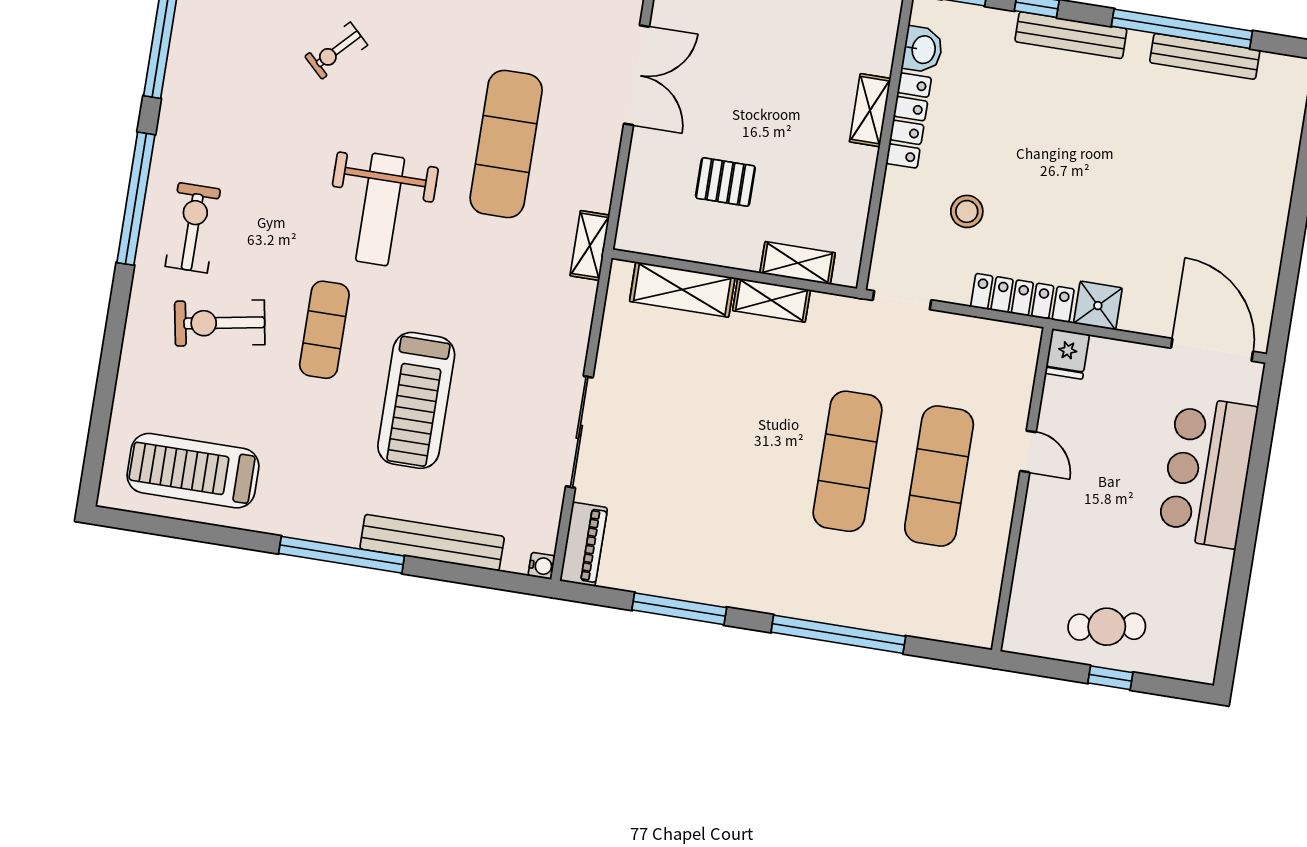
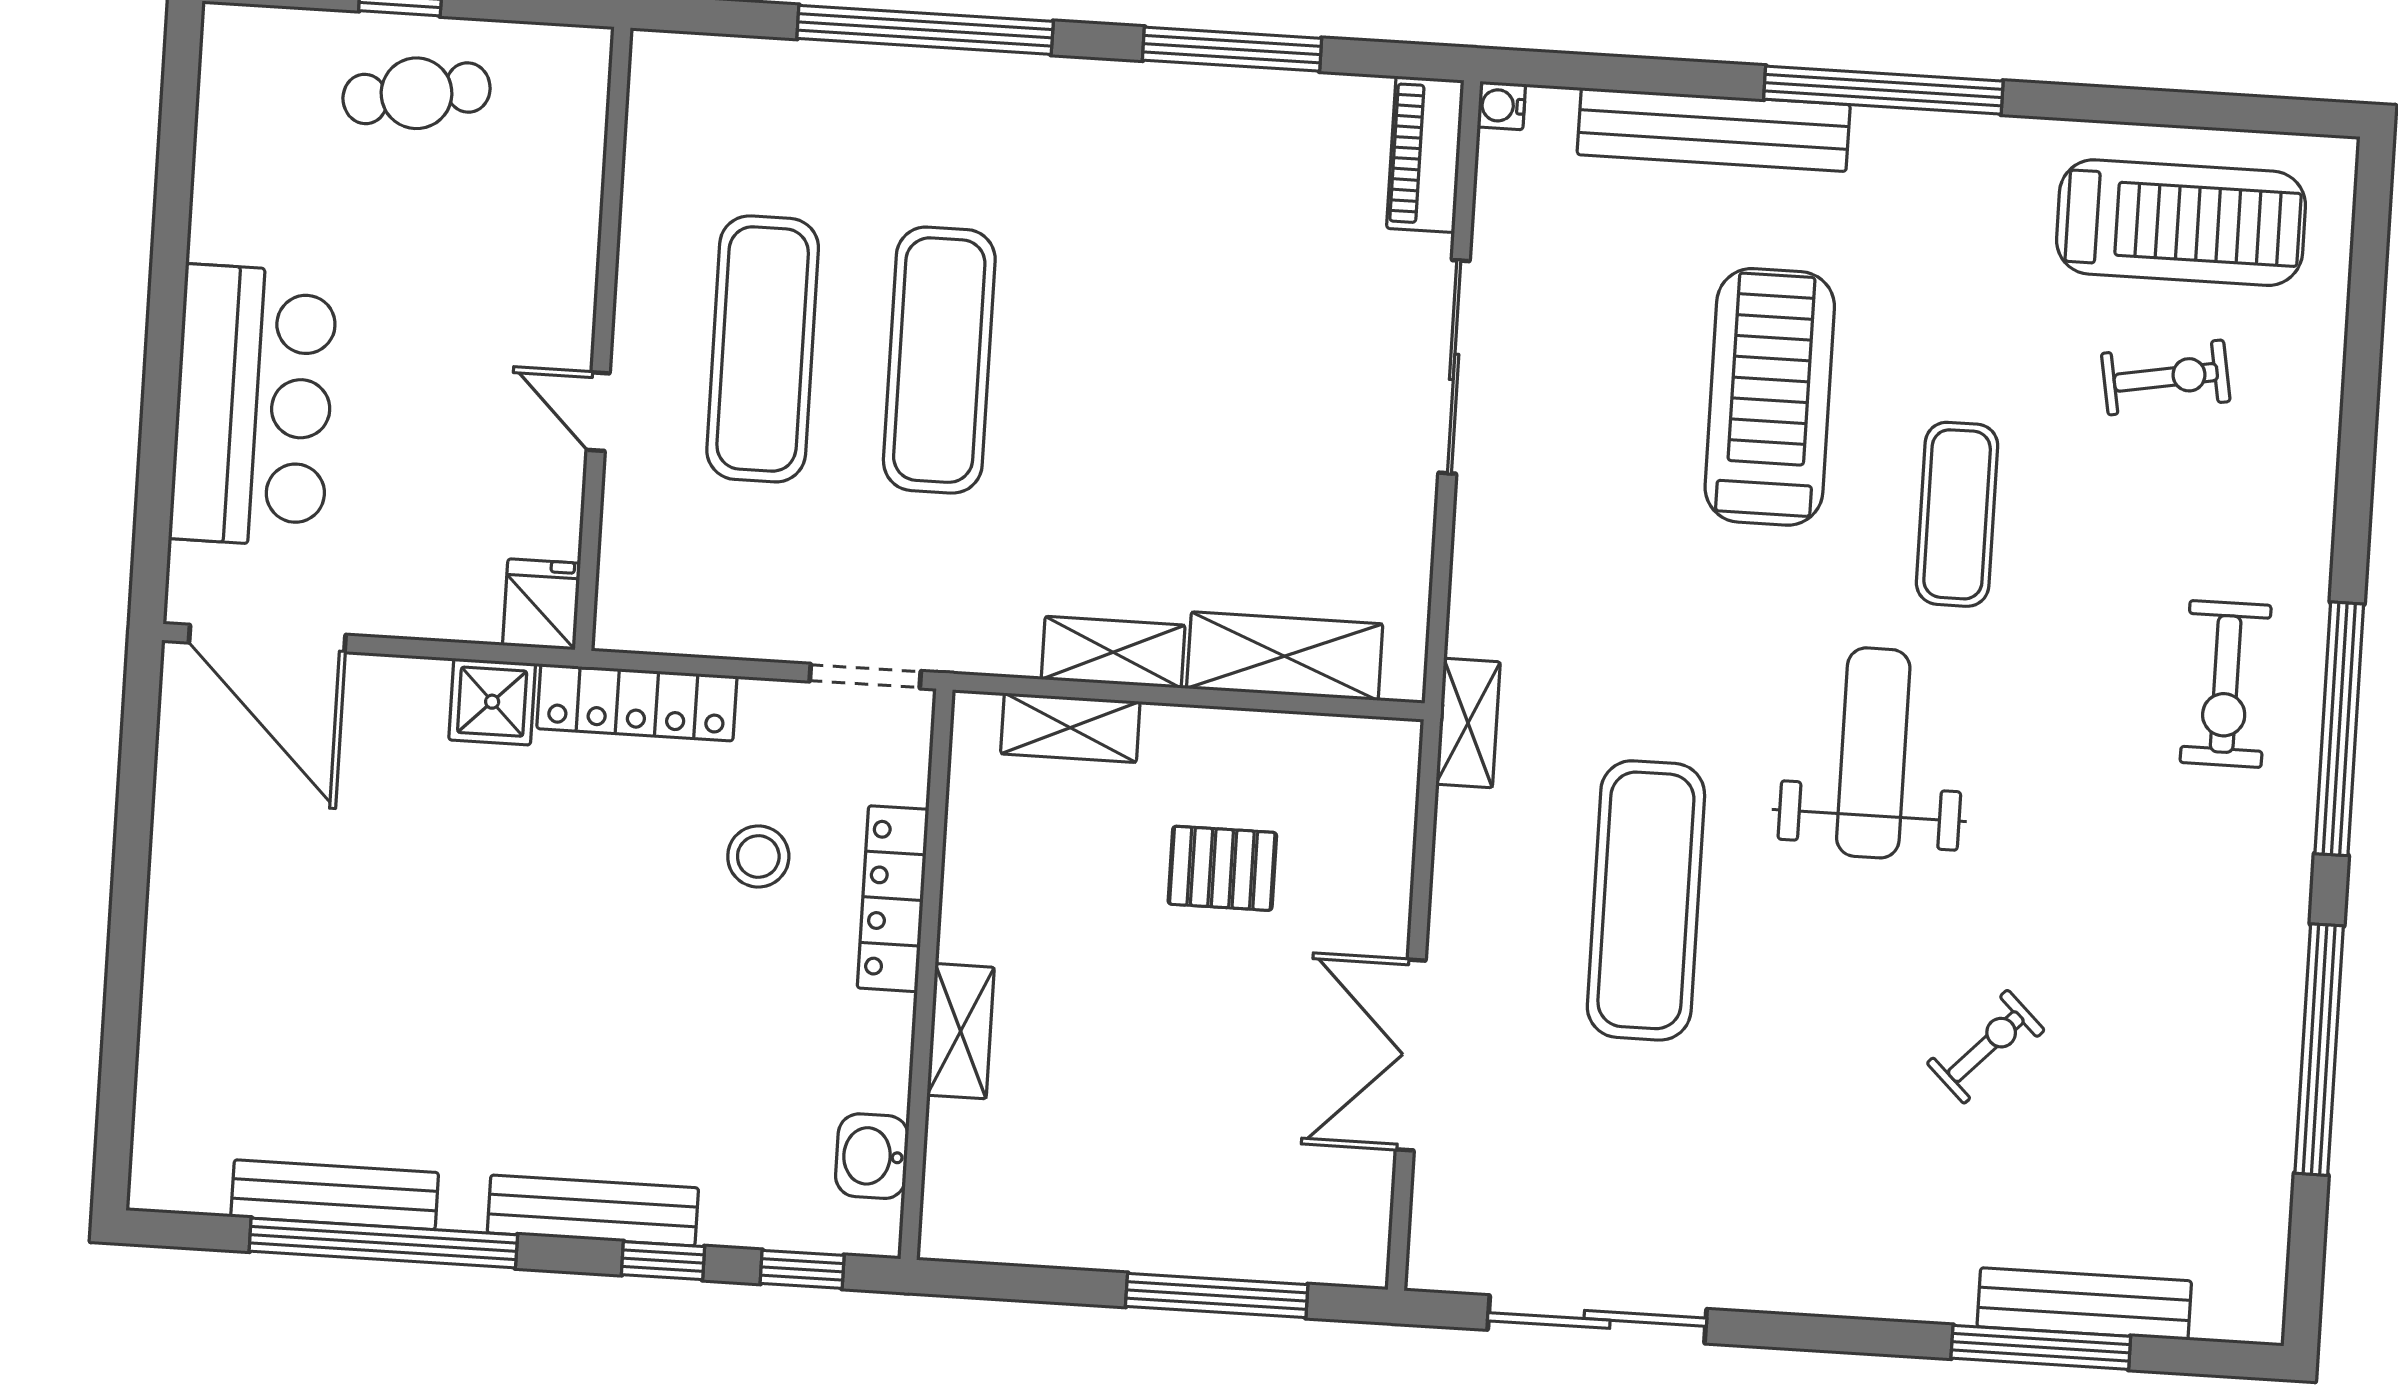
locker: (909, 121) -> (893, 899), moved
exercise bike: (220, 323) -> (2166, 377), moved, width x0.73, depth x0.72

